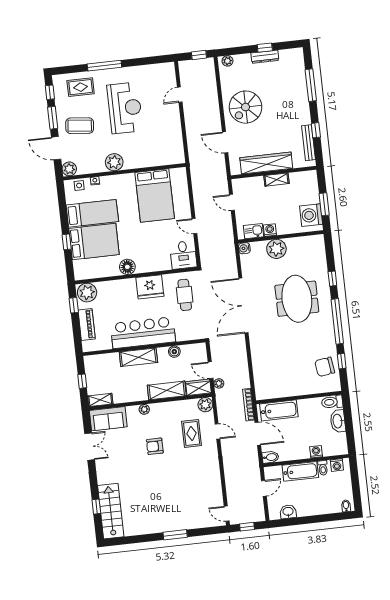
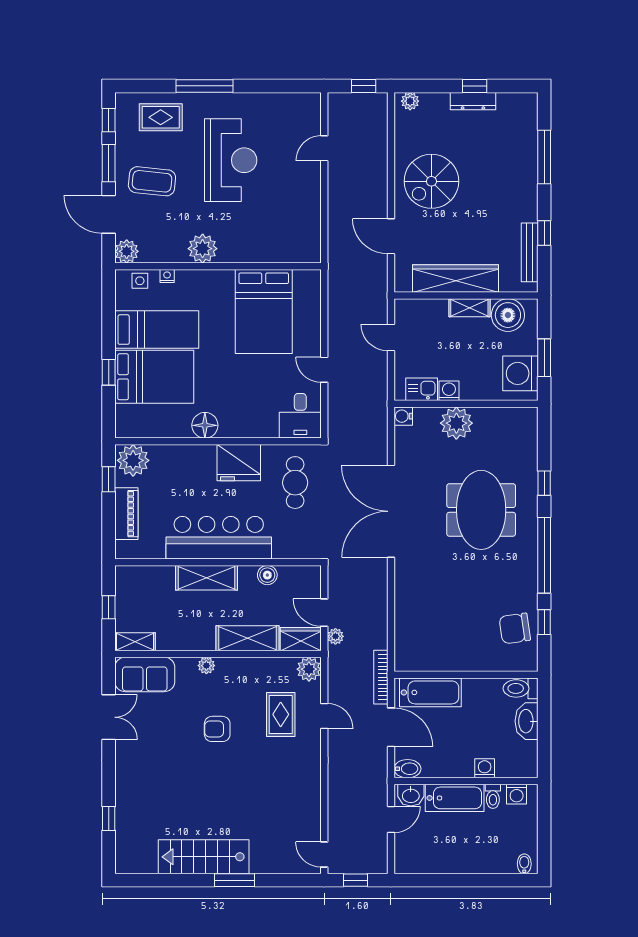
boiler: (300, 181) -> (508, 315), added
stairs: (111, 511) -> (204, 857), moved, turned -90
washbasin: (288, 512) -> (411, 795), moved, turned 180

